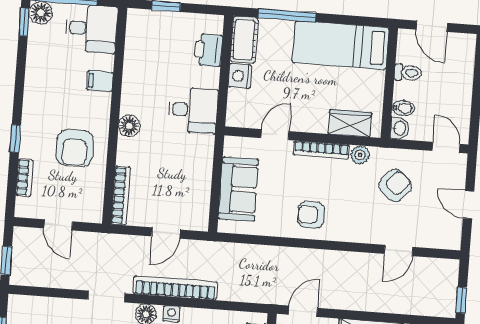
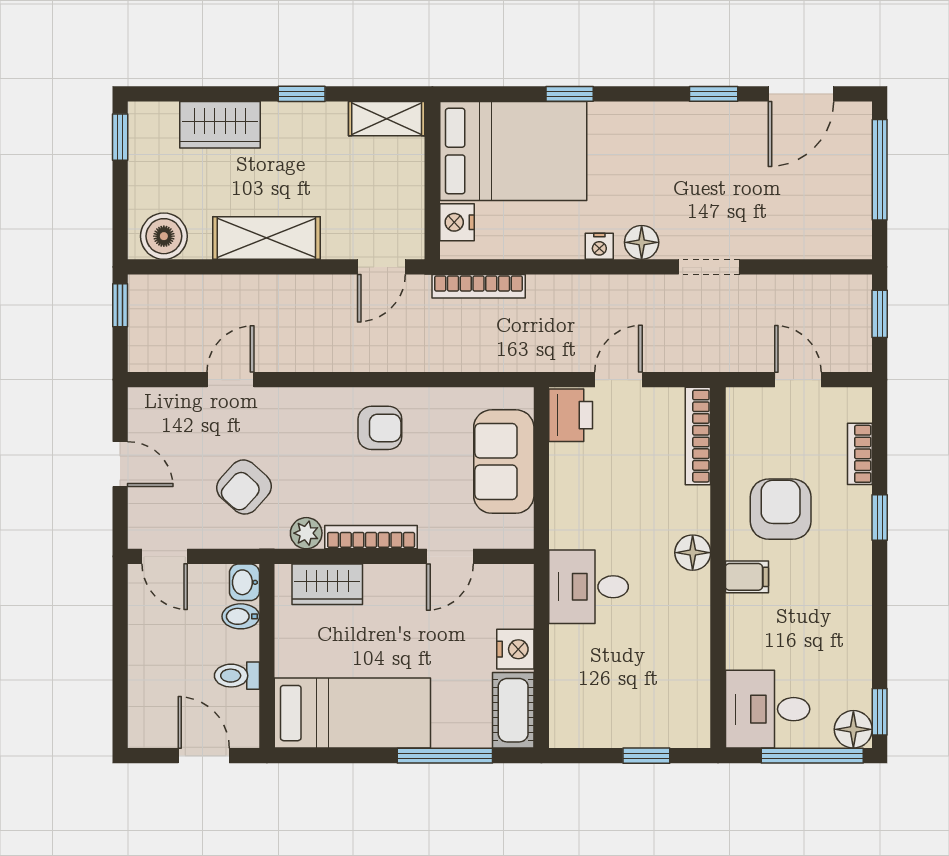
printer: (208, 50) -> (571, 415), moved
filing cabinet: (100, 81) -> (747, 577), moved
bookcase: (175, 288) -> (479, 286), moved, width x0.68, depth x0.76

